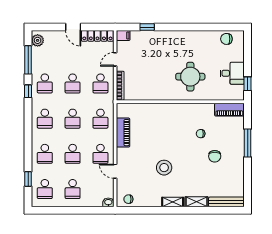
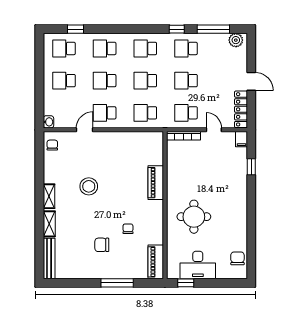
door: (73, 27) -> (251, 81), swing flipped
desk: (232, 73) -> (198, 265), width x1.37
piano: (123, 133) -> (156, 183), moved, turned 90

